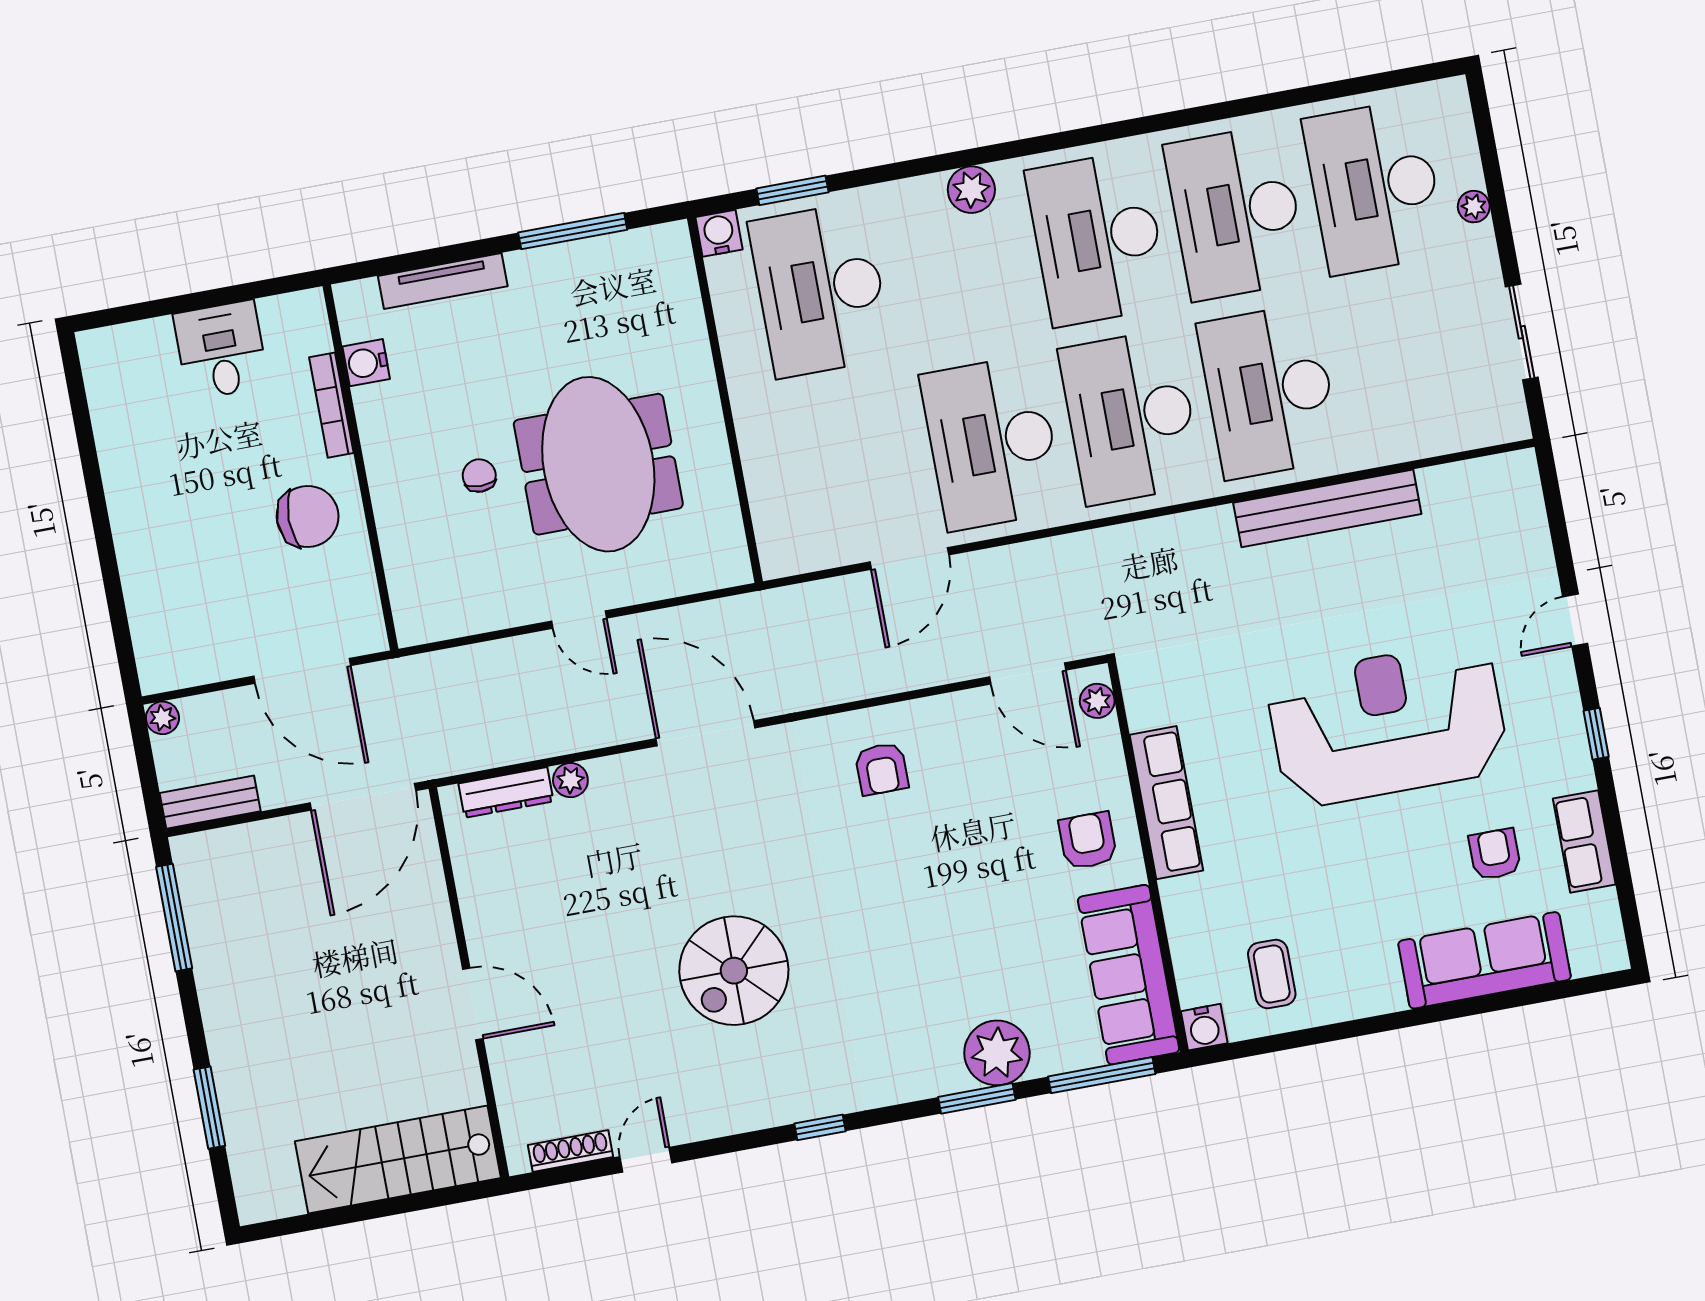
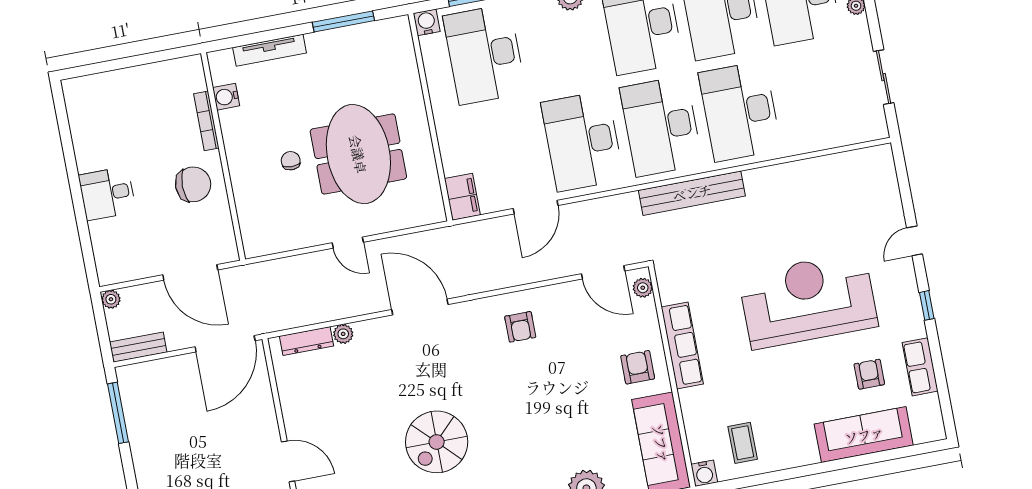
desk: (221, 350) -> (107, 193), moved, turned -90
bench: (1327, 508) -> (692, 193), moved
filing cabinet: (781, 540) -> (462, 197), added

